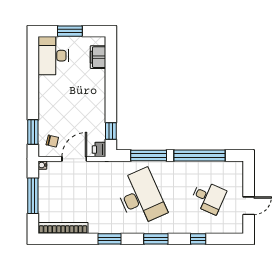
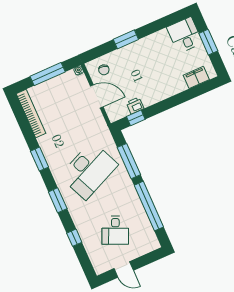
desk: (53, 56) -> (185, 35), width x0.73
window: (33, 132) -> (126, 39), moved
printer: (99, 150) -> (135, 106), moved

